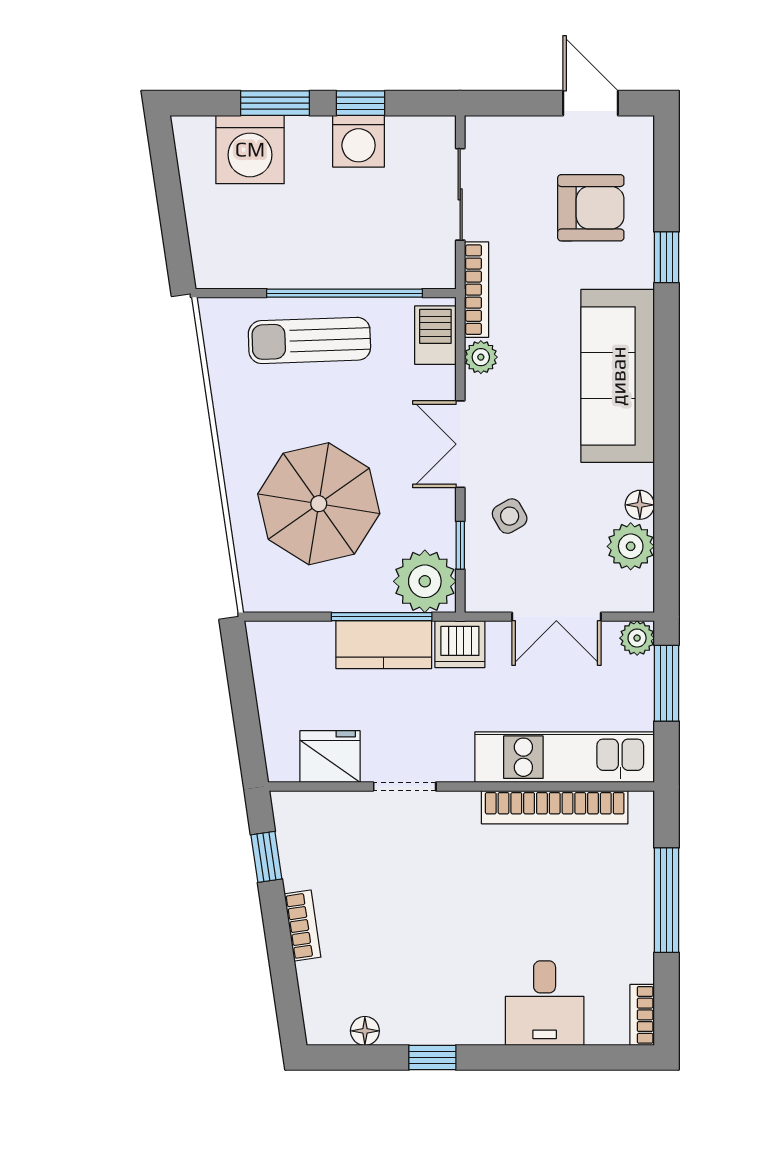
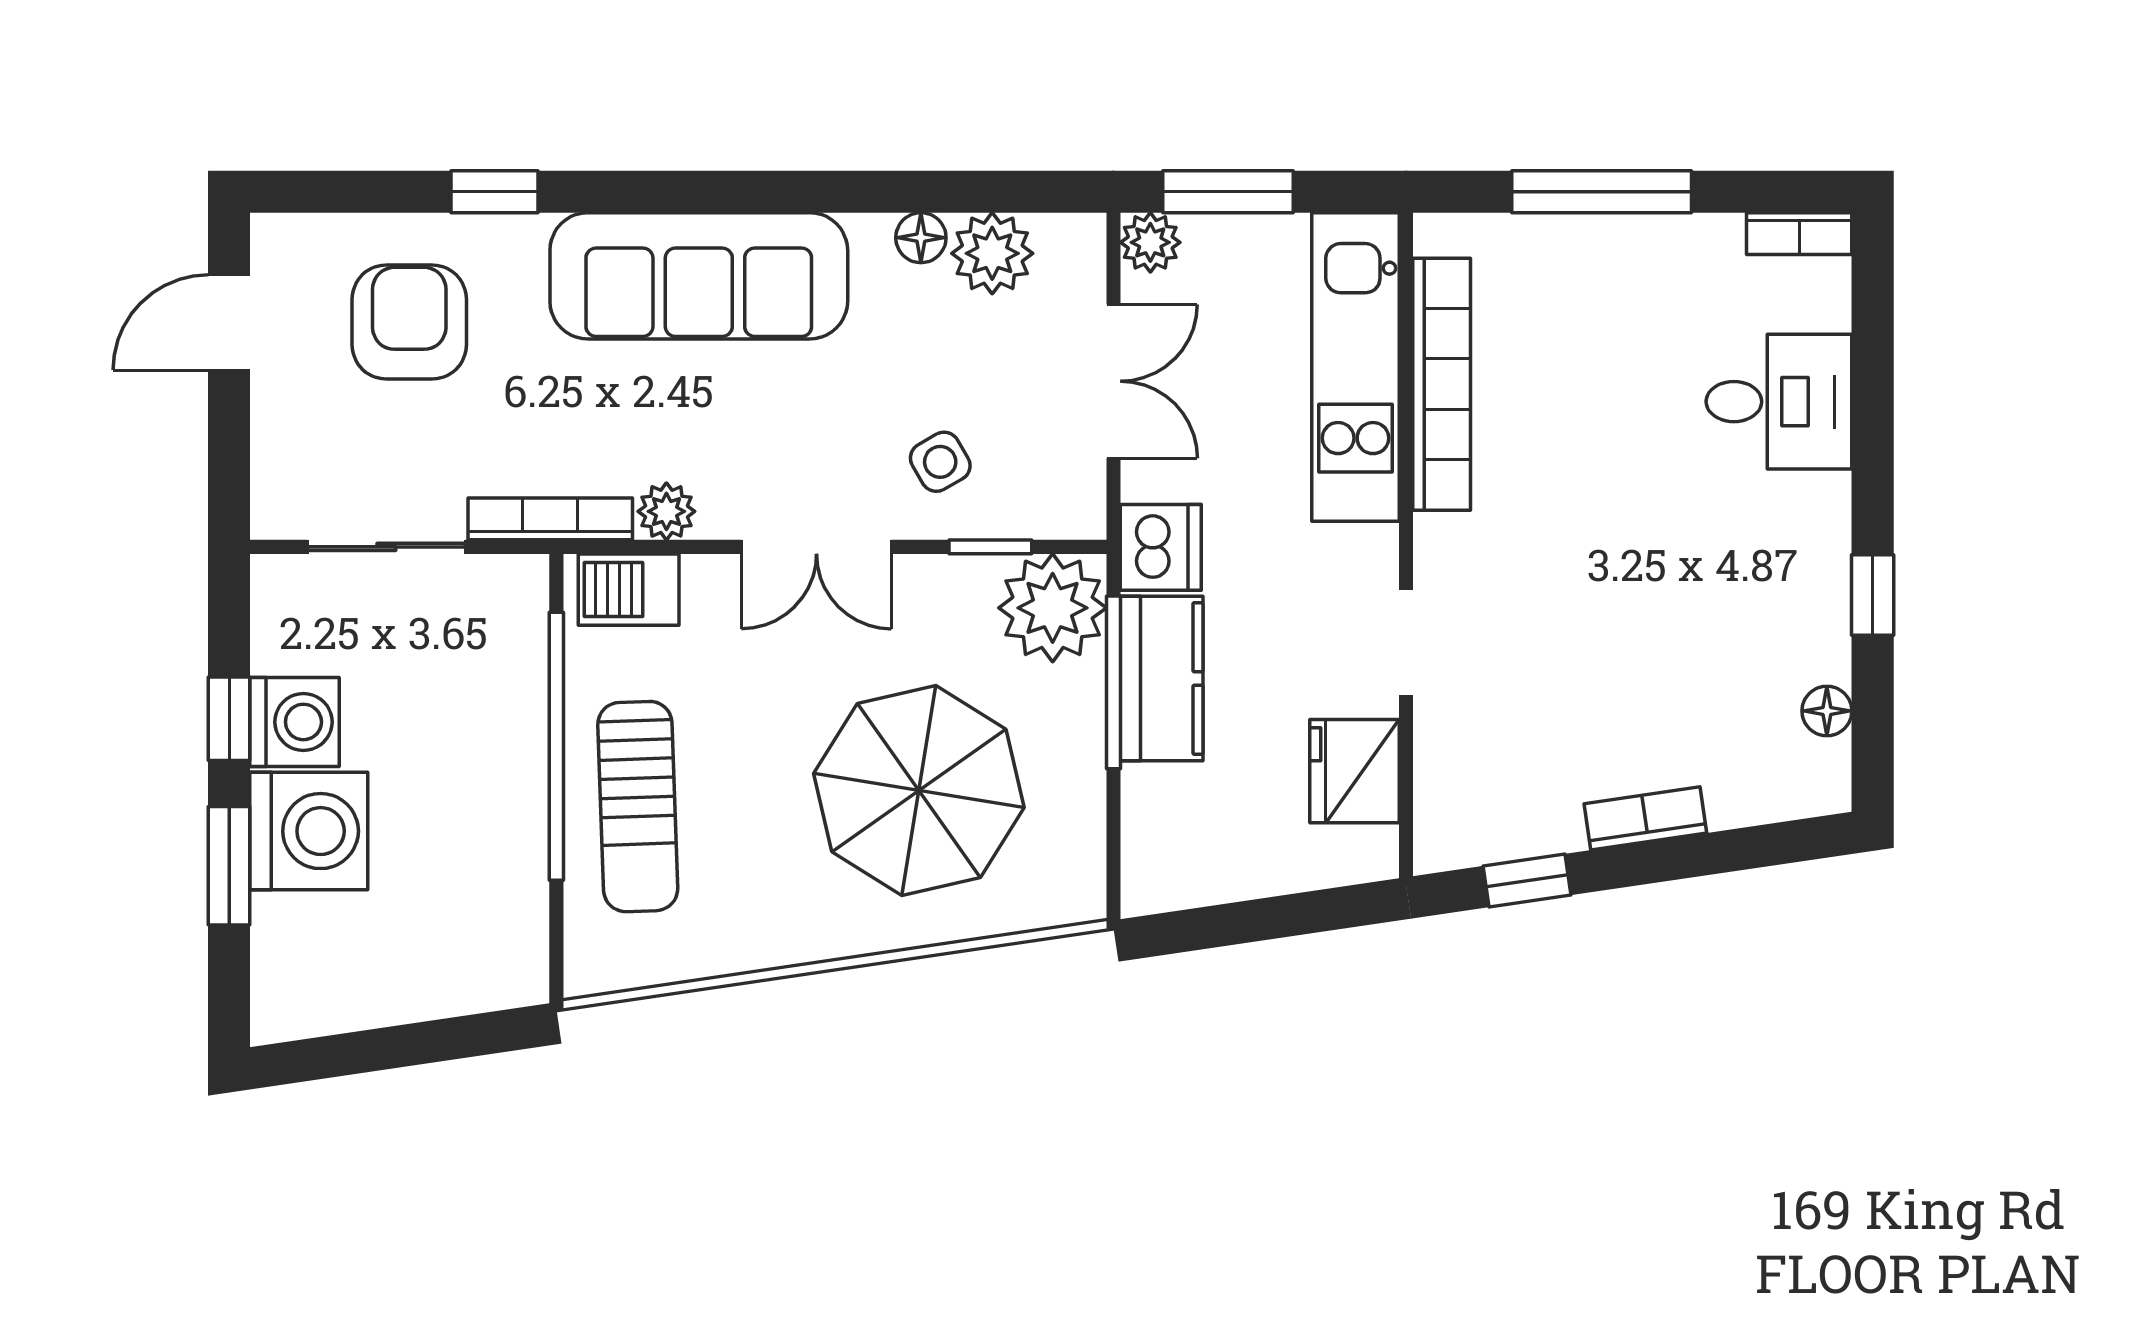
washing machine: (250, 149) -> (309, 831), moved

